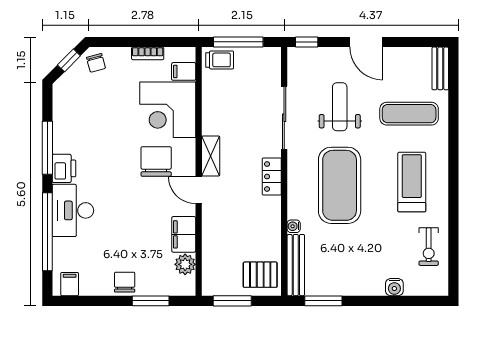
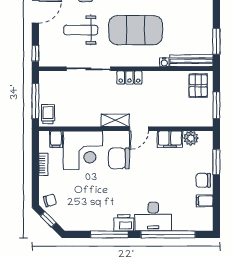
filing cabinet: (70, 284) -> (205, 201), moved

